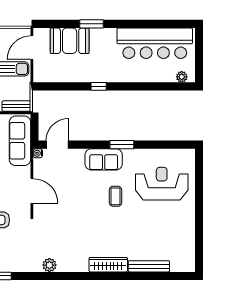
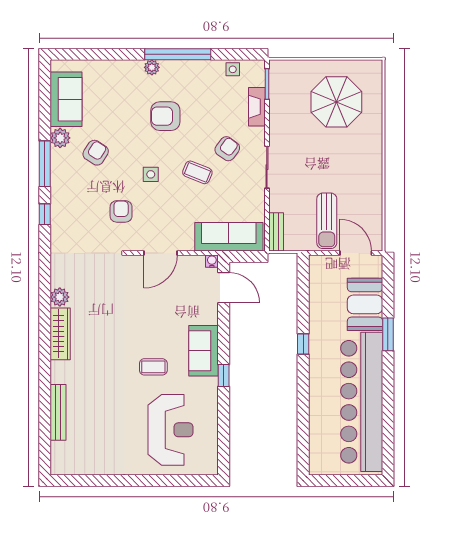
bar counter: (155, 43) -> (362, 402), width x1.36
plant: (182, 77) -> (316, 457), removed
window: (122, 145) -> (224, 375), width x0.67
plant: (49, 265) -> (60, 297), moved
wardrobe: (108, 265) -> (60, 334), moved

